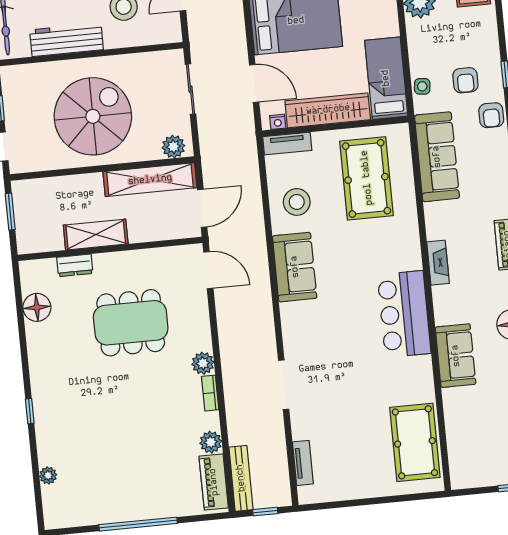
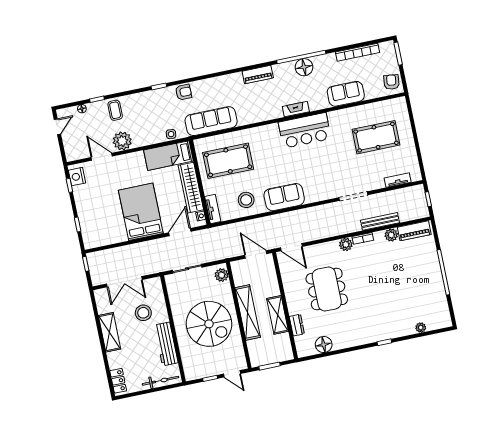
armchair: (465, 80) -> (391, 82), moved, turned -83
spiral stairs: (93, 116) -> (209, 324), turned 180
shelving: (150, 180) -> (248, 312), moved
fireplace: (438, 263) -> (296, 109), moved
door: (208, 270) -> (291, 247), swing flipped
sofa: (456, 356) -> (346, 94), moved
pool table: (415, 442) -> (376, 137), moved
bench: (241, 478) -> (380, 221), moved

